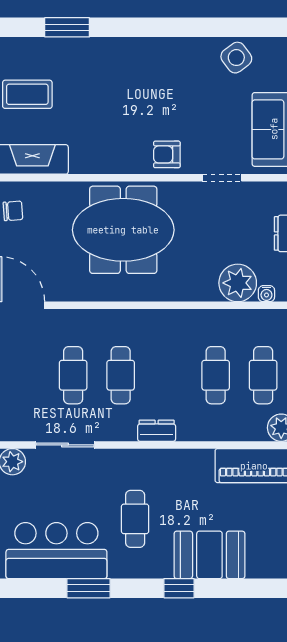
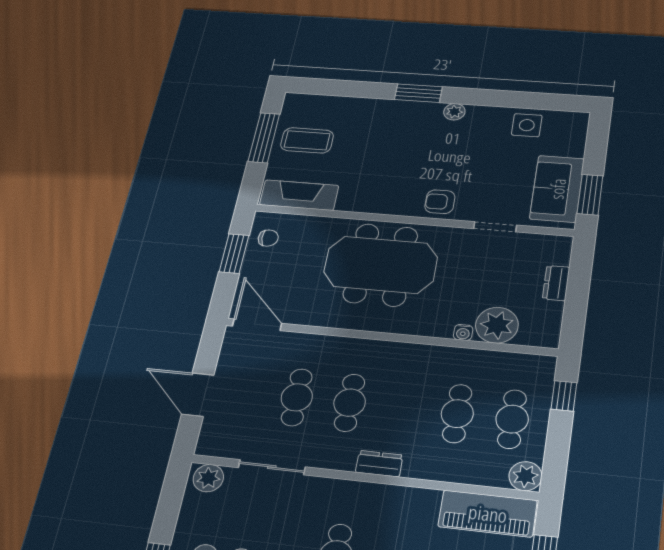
window: (67, 27) -> (418, 93), moved
plant: (165, 47) -> (454, 112), added
side table: (236, 58) -> (527, 125), turned 37
water cooler: (266, 294) -> (463, 332), moved

